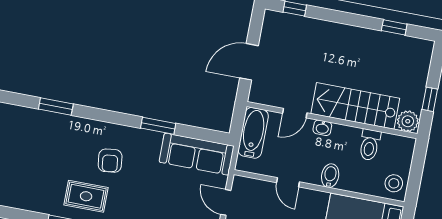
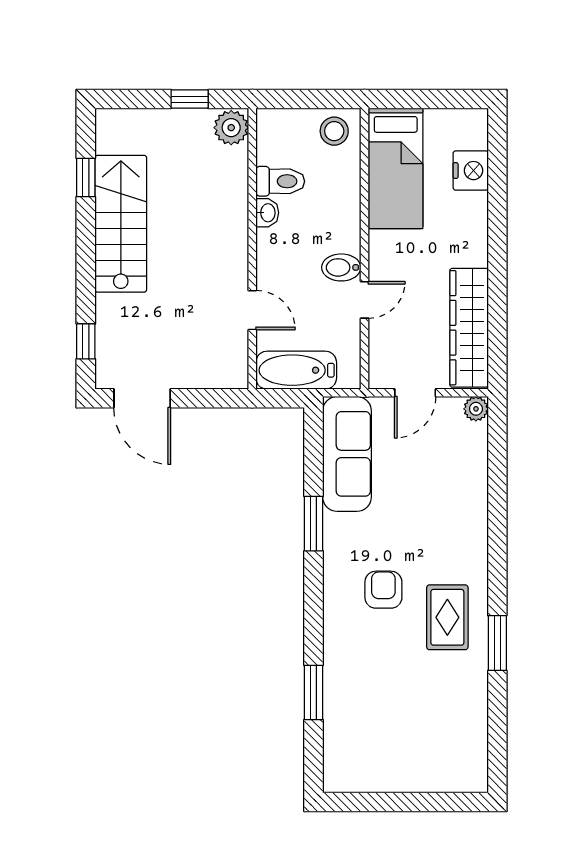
door: (249, 62) -> (142, 398), moved
stairs: (355, 106) -> (121, 224), moved, turned 180
washbasin: (322, 128) -> (267, 213), moved
armchair: (110, 161) -> (383, 590), turned -83
bidet: (330, 176) -> (341, 267), moved

